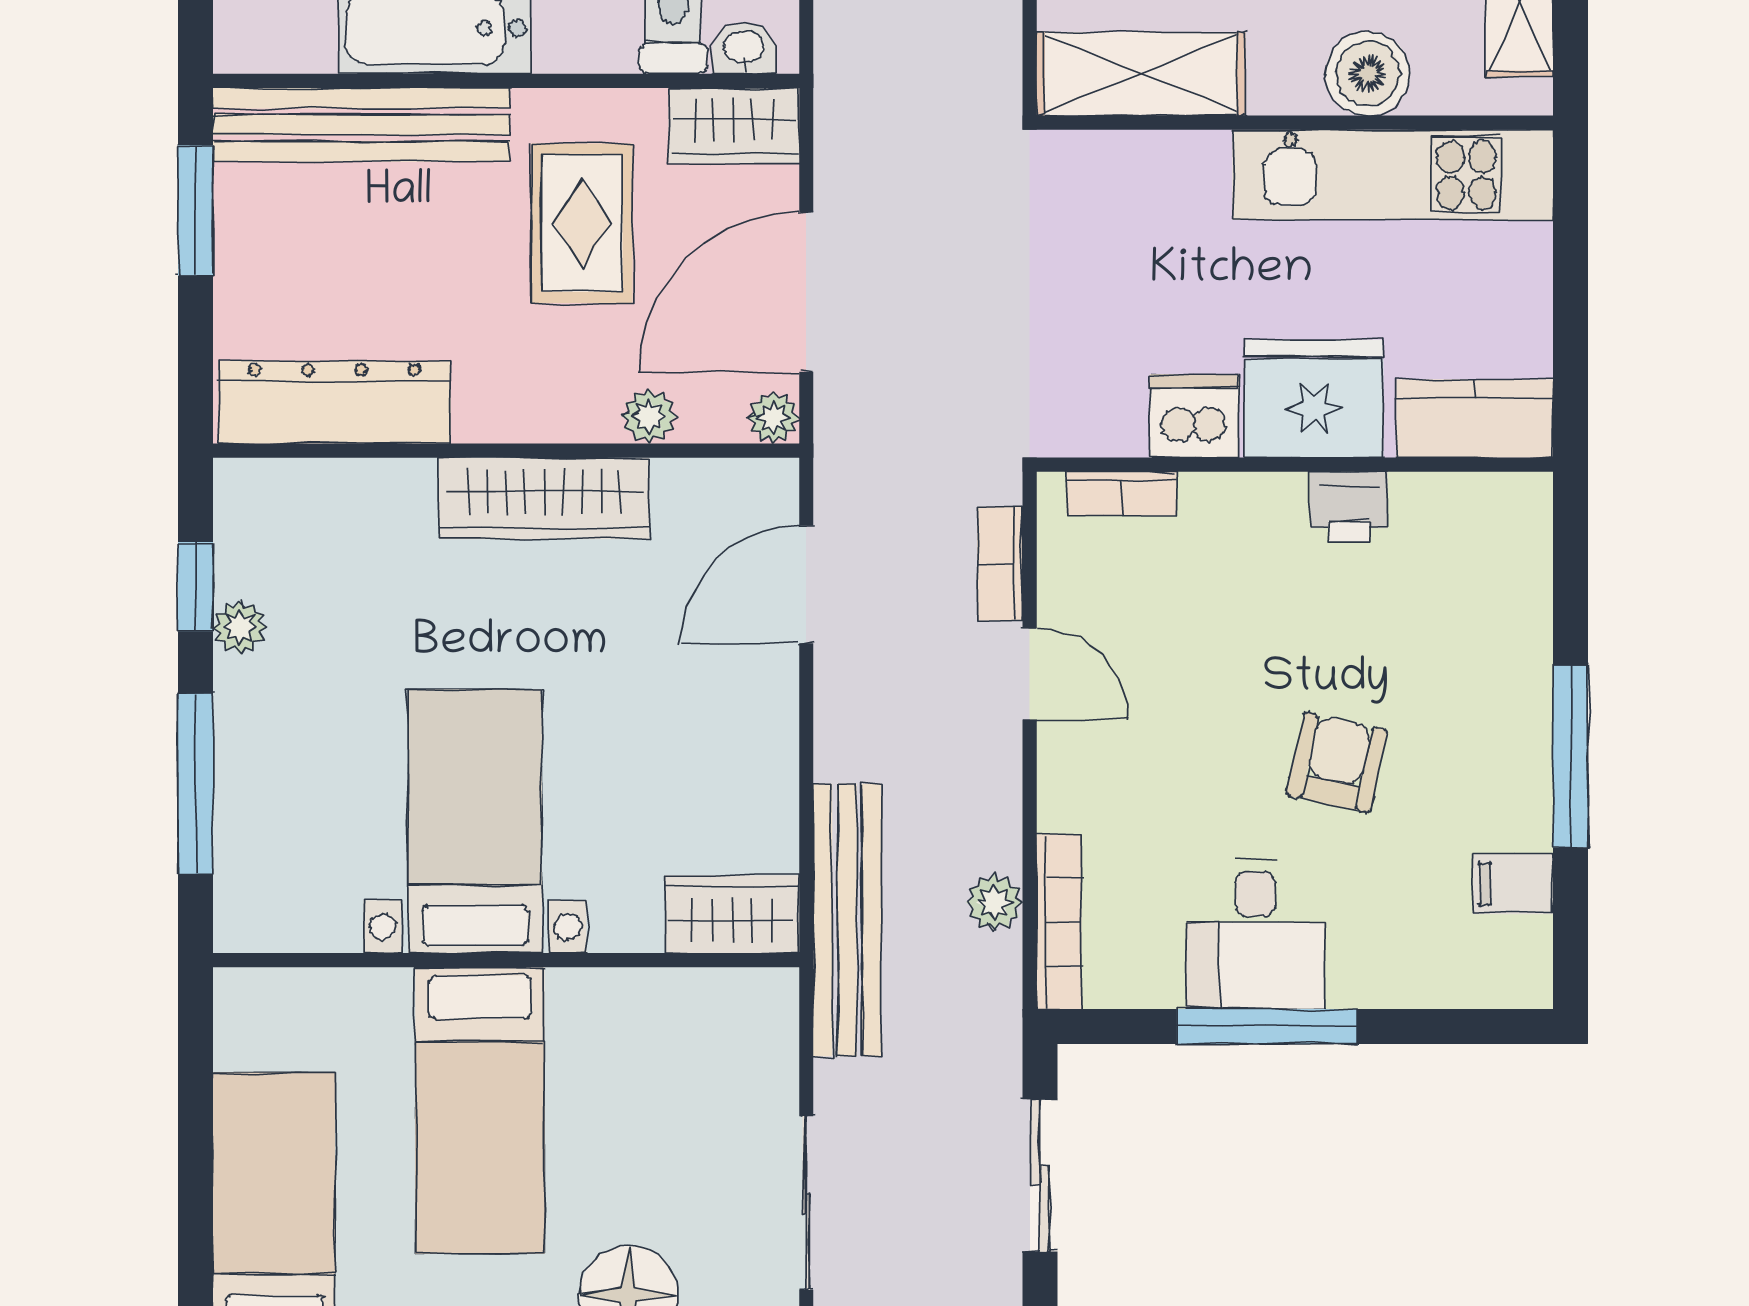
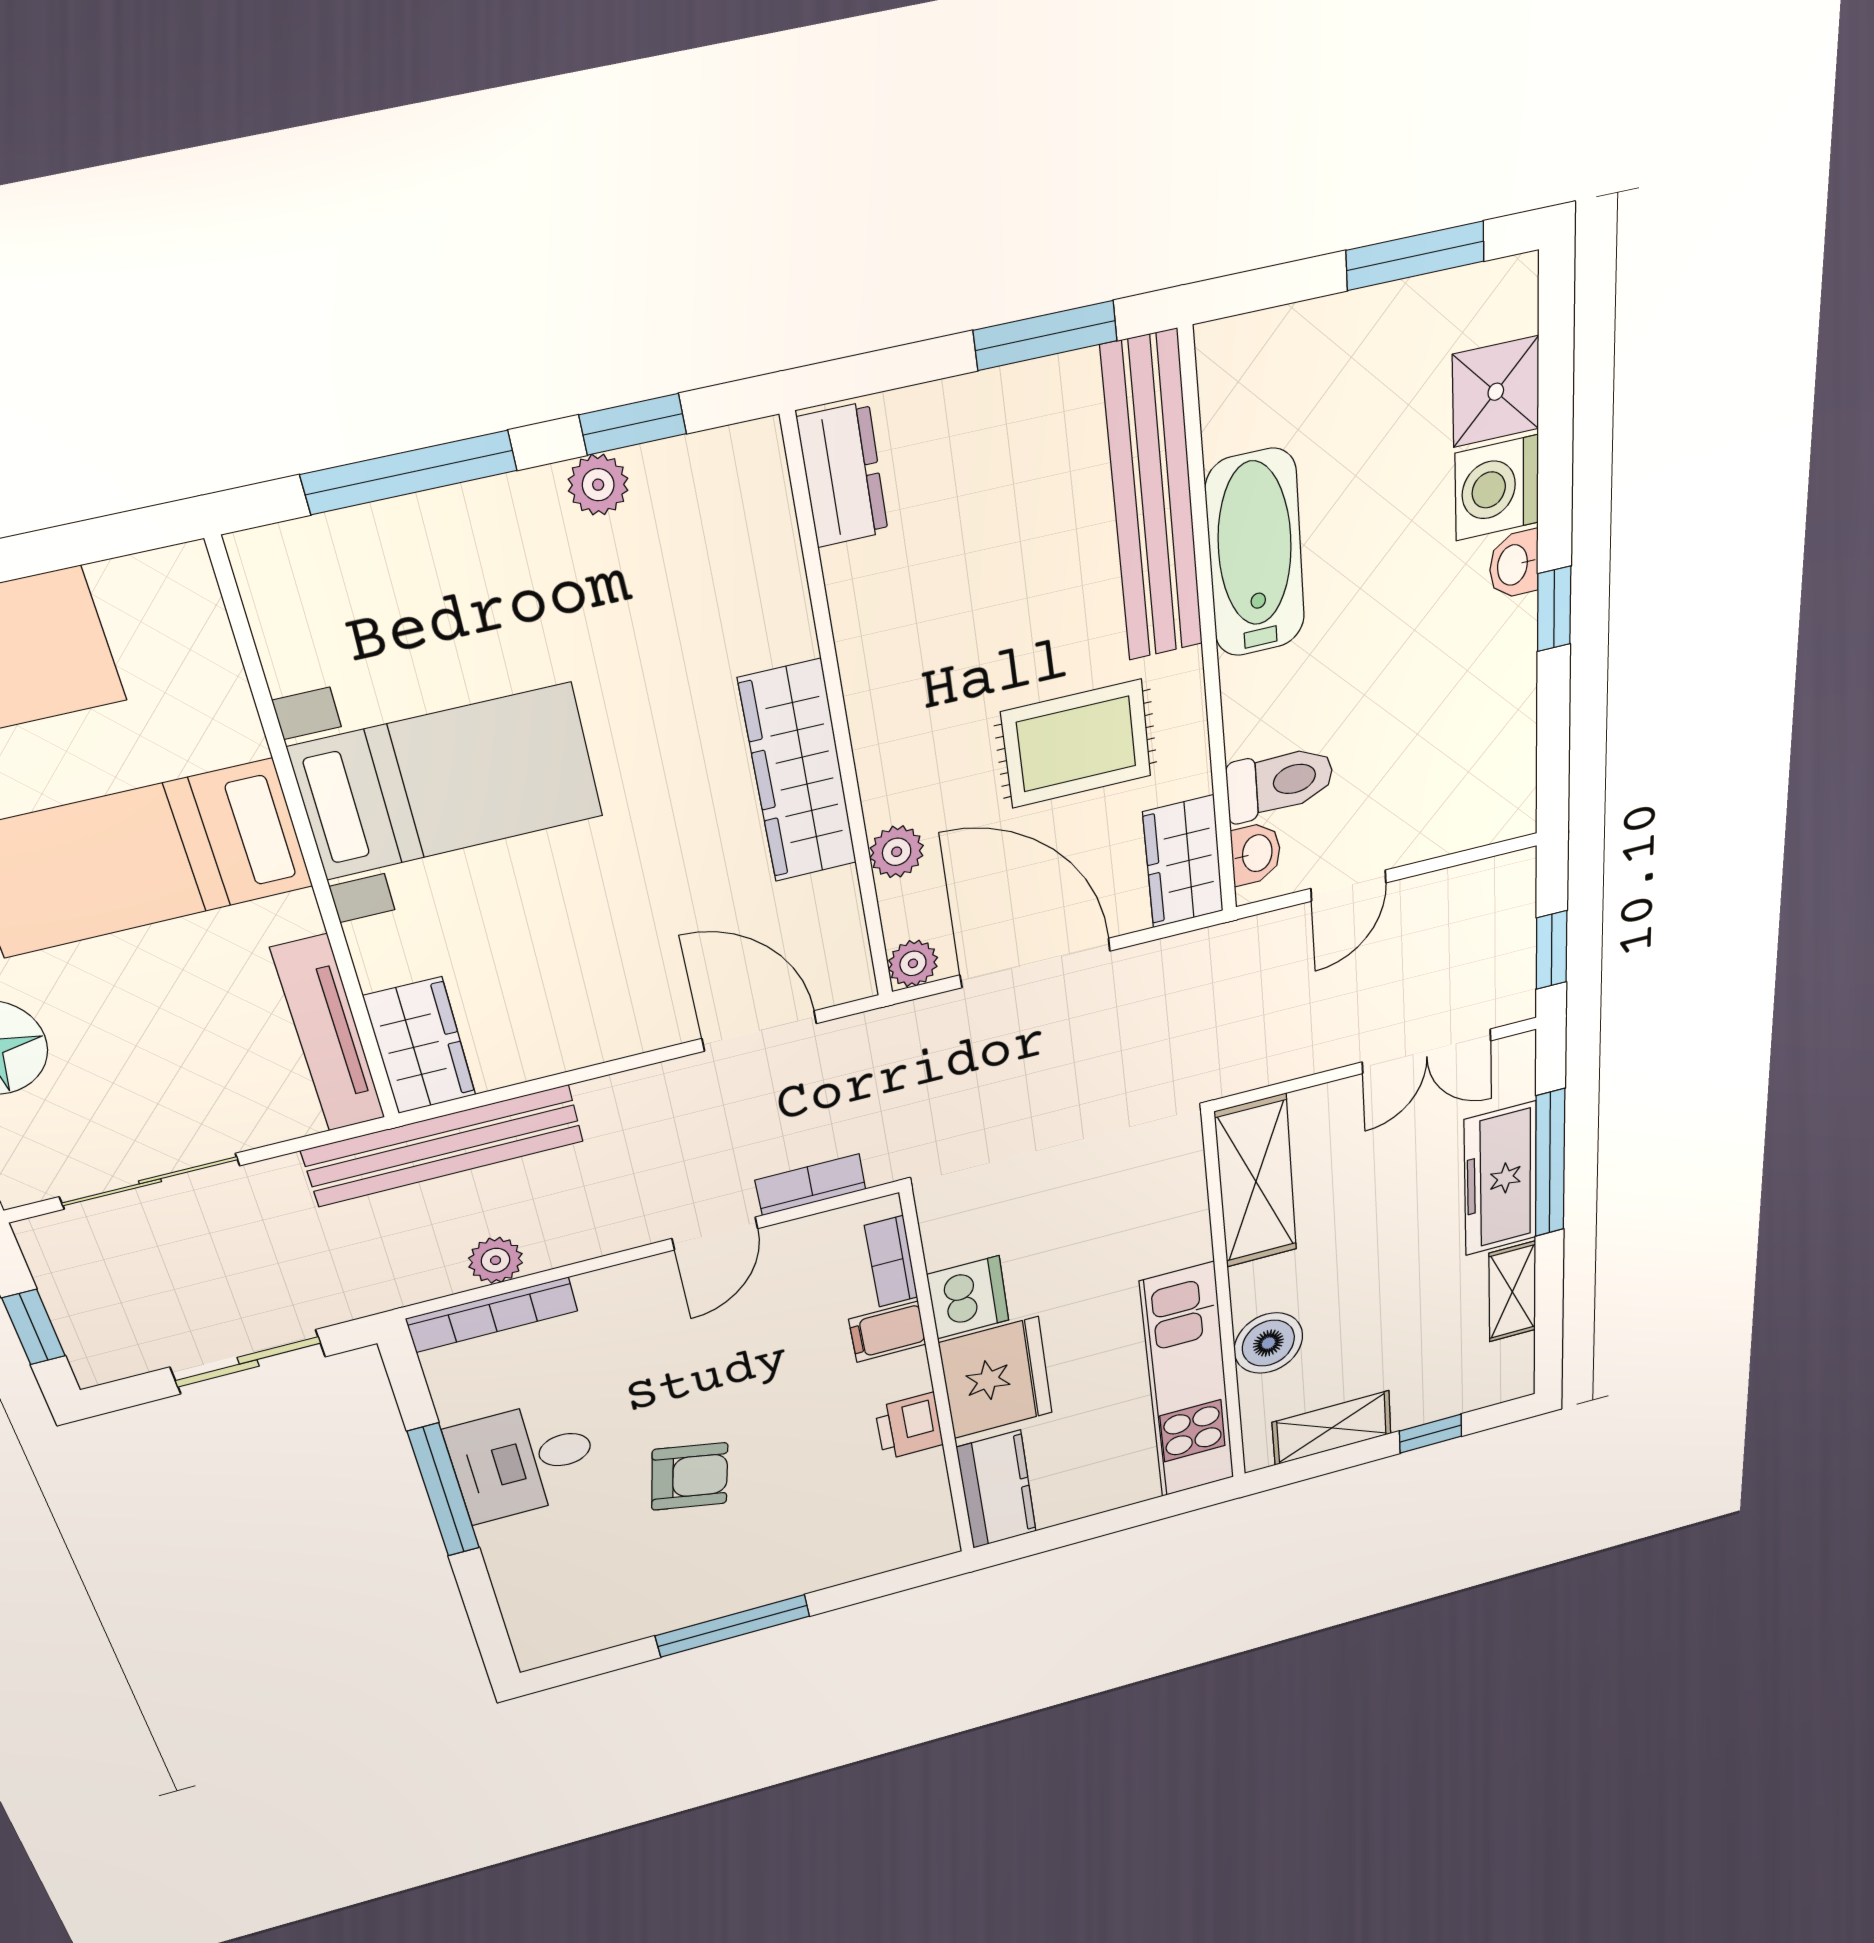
dresser: (335, 402) -> (843, 475), width x0.51, depth x0.80
filing cabinet: (1513, 884) -> (887, 1332), moved, turned -90
tv unit: (697, 995) -> (328, 1034), added

